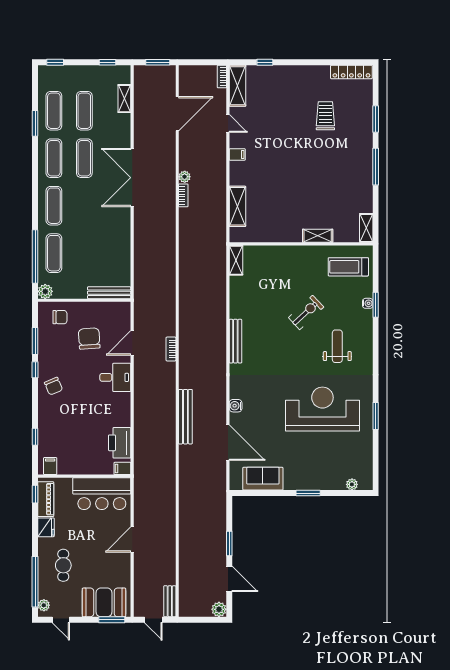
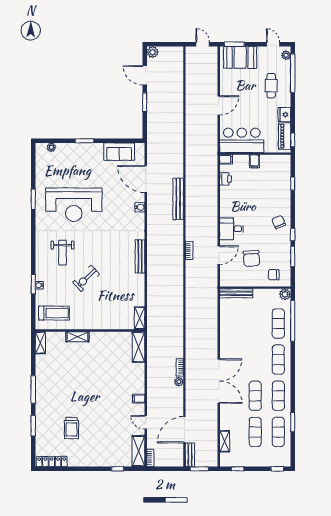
shelving: (237, 206) -> (139, 347), moved
printer: (120, 443) -> (225, 179), width x0.53, depth x0.68
filing cabinet: (50, 466) -> (254, 161), moved
bench: (170, 601) -> (190, 455), moved

